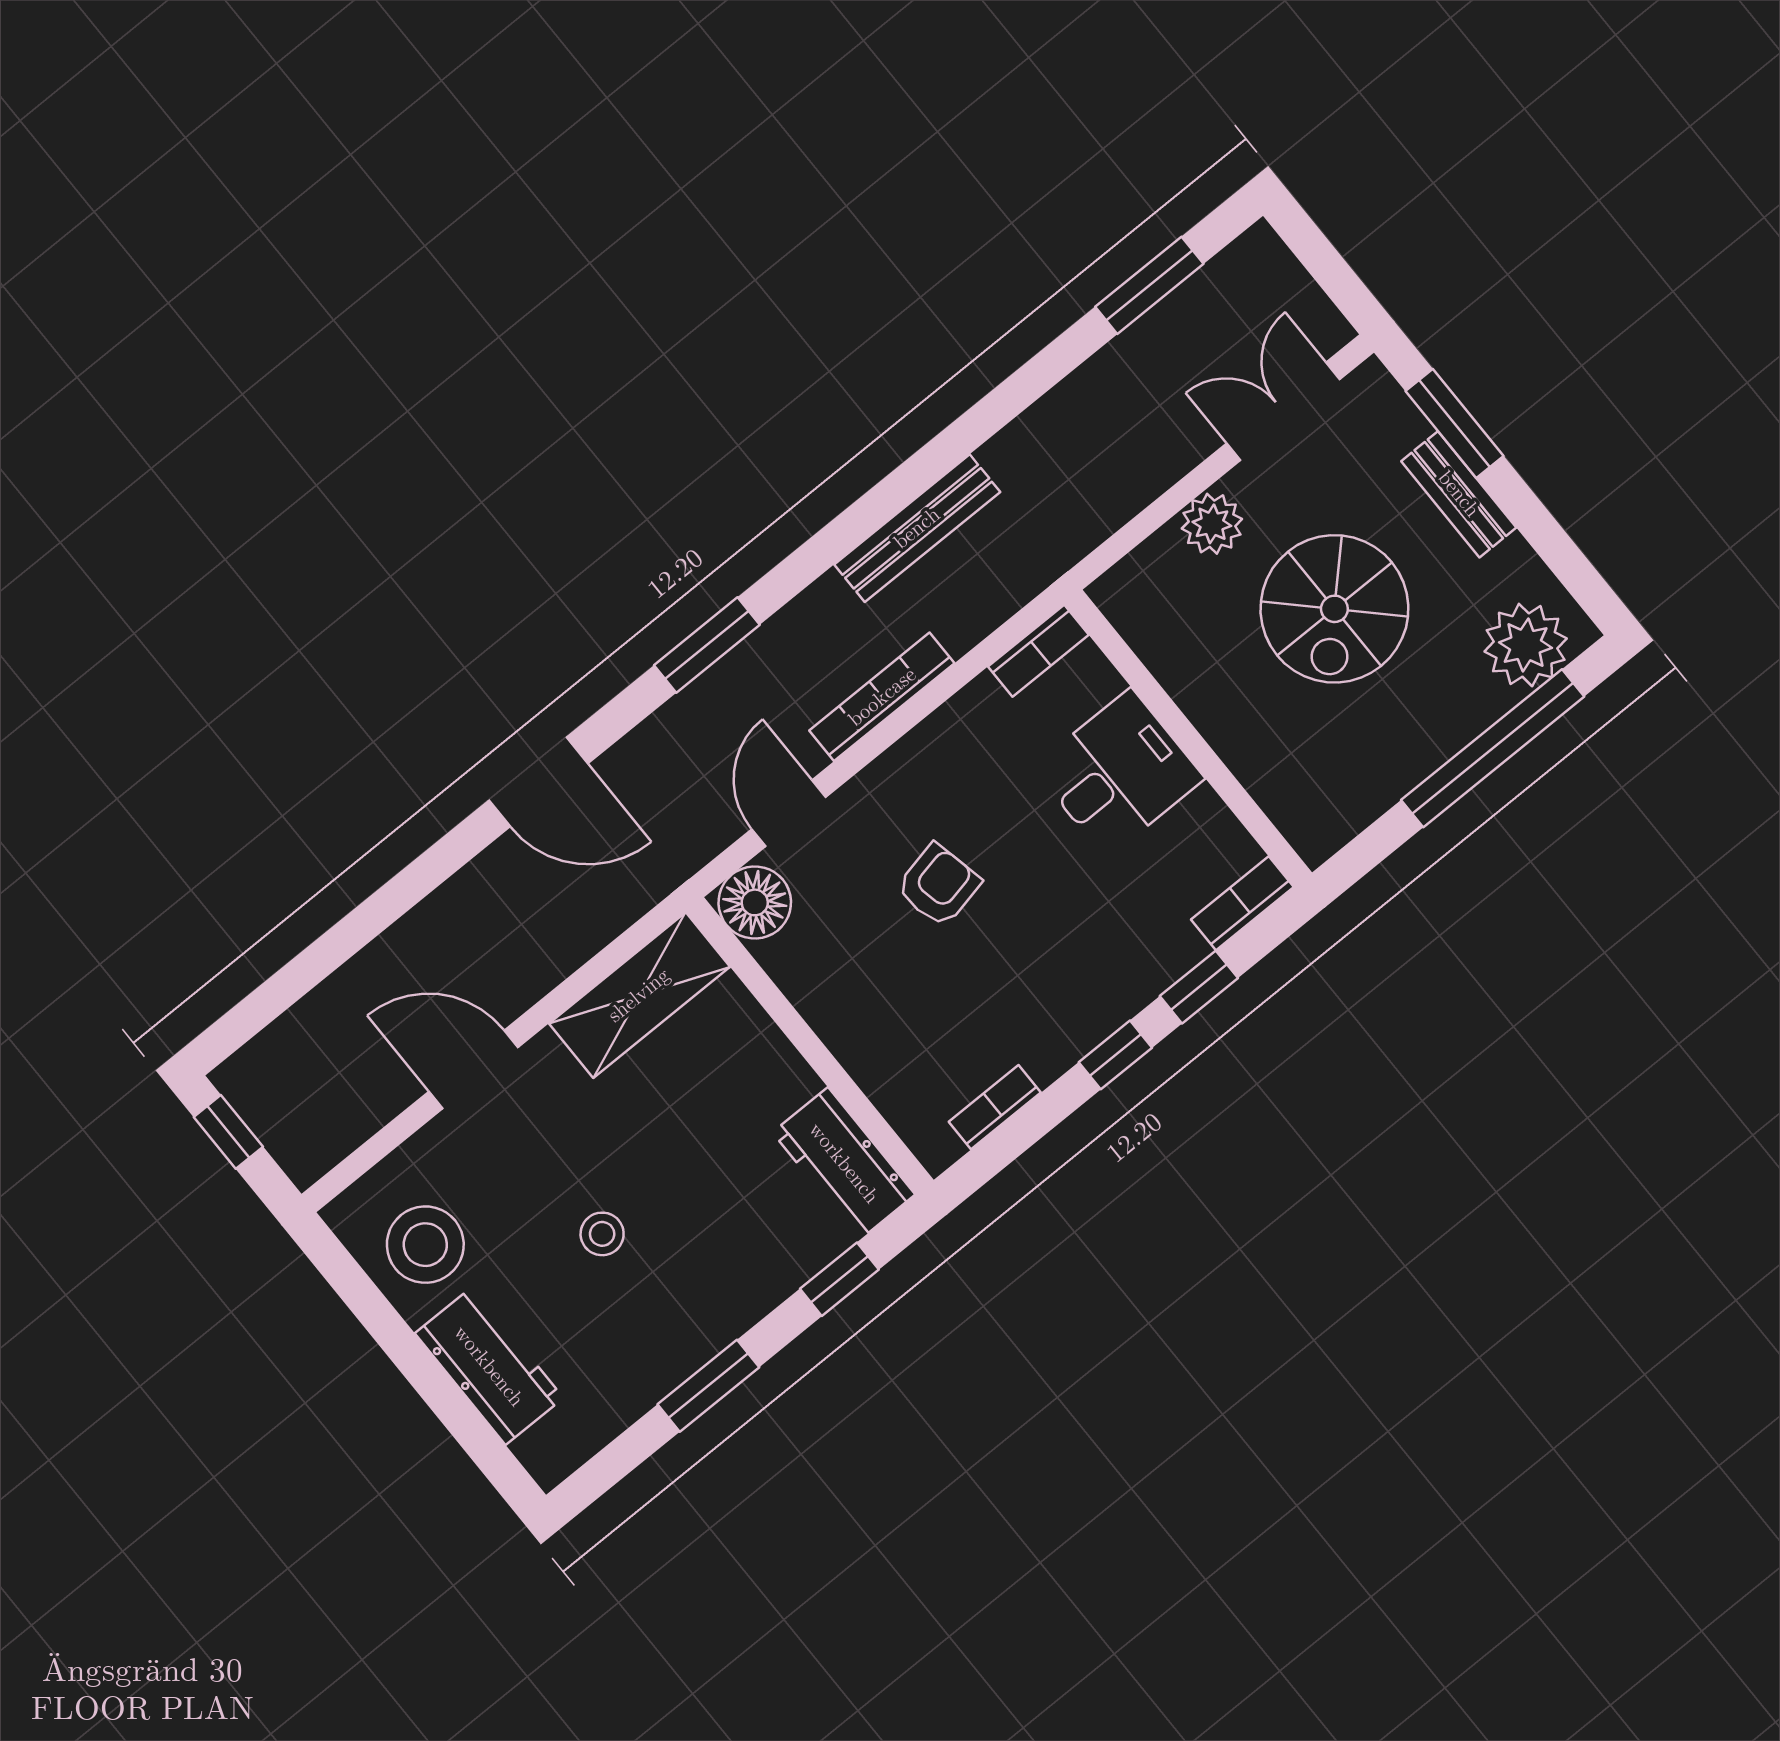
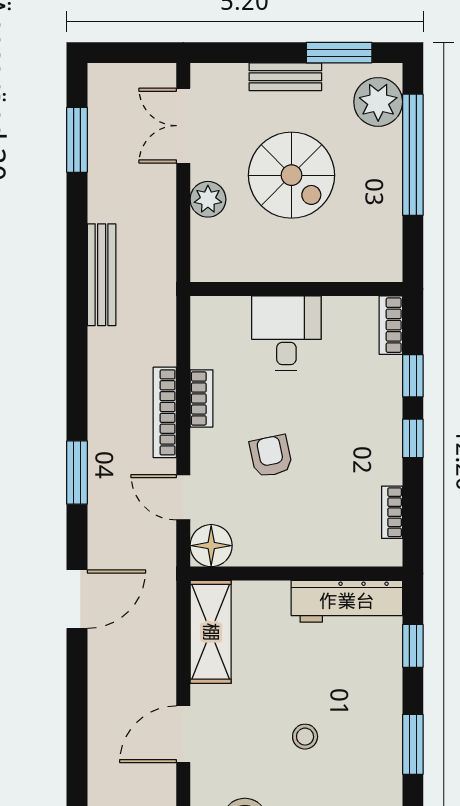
window: (1454, 423) -> (339, 53), moved
bench: (917, 528) -> (102, 275), moved
bookcase: (1038, 651) -> (202, 398), moved
workbench: (844, 1163) -> (347, 601), width x1.38

